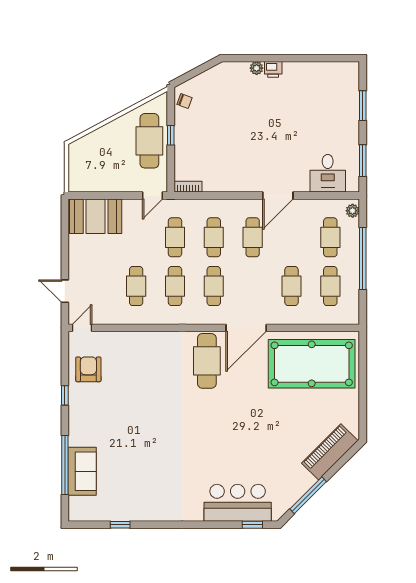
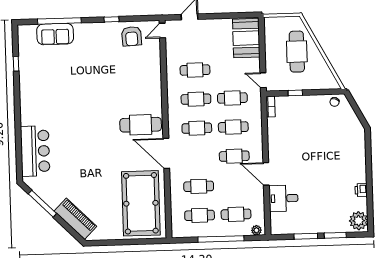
plant: (257, 68) -> (359, 221), moved, width x1.88, depth x1.88
printer: (273, 69) -> (361, 190), moved
window: (171, 135) -> (295, 93), moved
cafe table: (149, 141) -> (297, 52), moved, turned 90
window: (363, 161) -> (306, 236), moved
desk: (328, 173) -> (284, 198), moved
door: (82, 328) -> (162, 31), swing flipped
armchair: (88, 369) -> (132, 36), turned 87
window: (252, 525) -> (19, 163), removed

